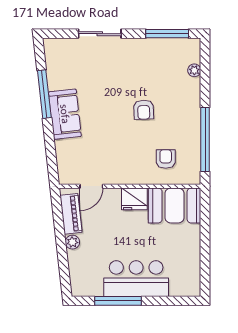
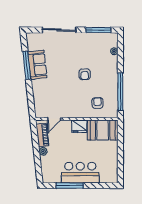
sliding door: (100, 34) -> (59, 30), width x1.37
sofa: (65, 114) -> (37, 65), moved

